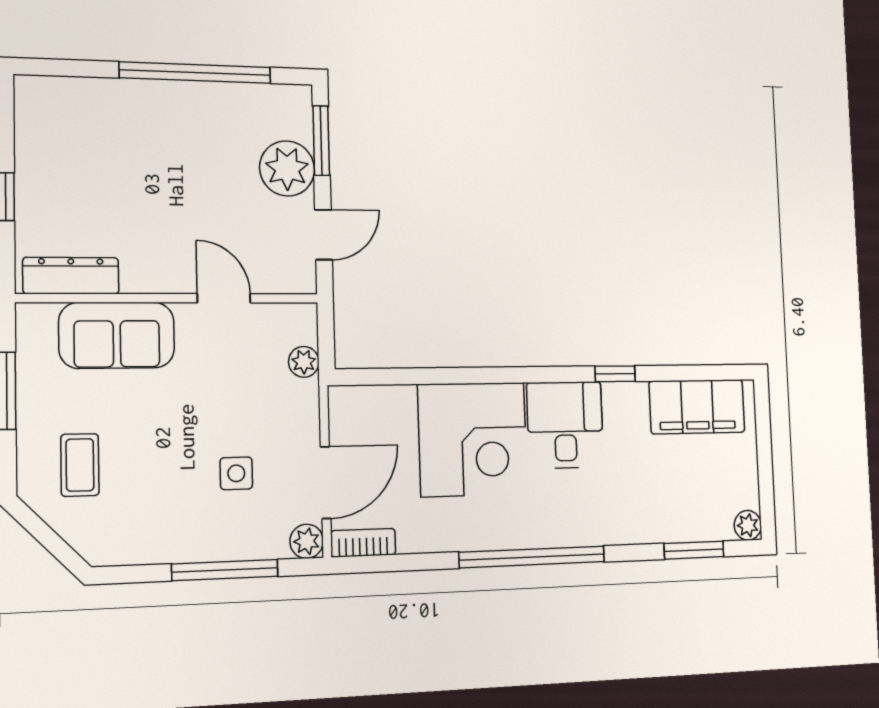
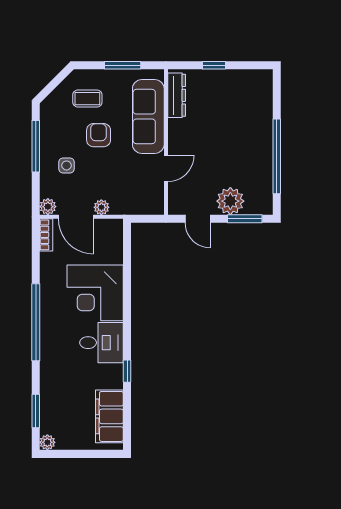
sofa: (117, 335) -> (148, 116), width x1.36
plant: (304, 362) -> (101, 207), moved
armchair: (157, 439) -> (99, 135), added
side table: (236, 473) -> (66, 165), moved
window: (225, 570) -> (36, 146), moved

